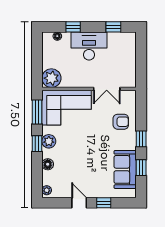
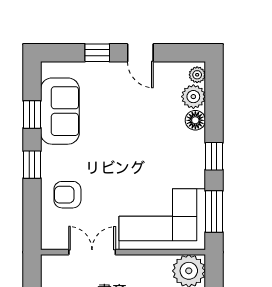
plant: (49, 141) -> (193, 97), moved

